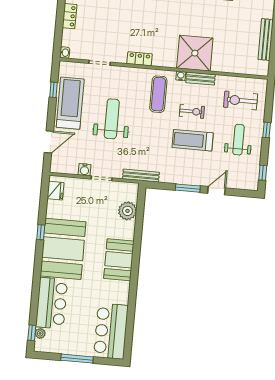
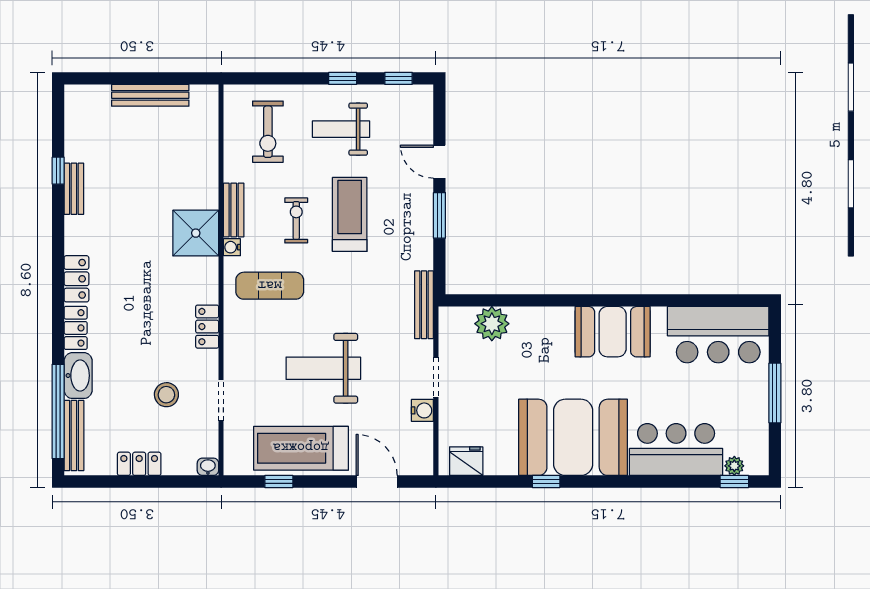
stool: (105, 34) -> (166, 395), added
shower: (195, 53) -> (196, 233), width x0.73, depth x0.73
window: (267, 130) -> (343, 78), moved
treadmill: (193, 140) -> (350, 214), turned 180
booth: (119, 260) -> (613, 332), moved

